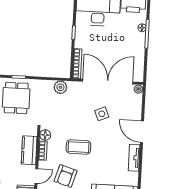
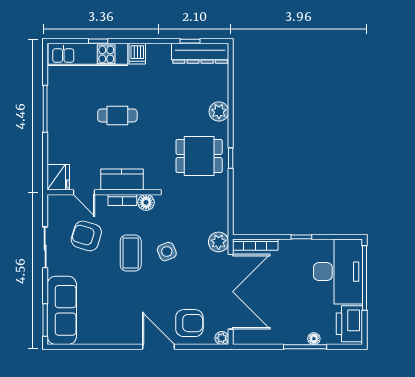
plant: (60, 87) -> (219, 242), moved
armchair: (127, 110) -> (189, 323), added
side table: (102, 114) -> (167, 252), moved
door: (142, 132) -> (158, 347), hinge flipped
tv unit: (134, 158) -> (119, 337), removed

